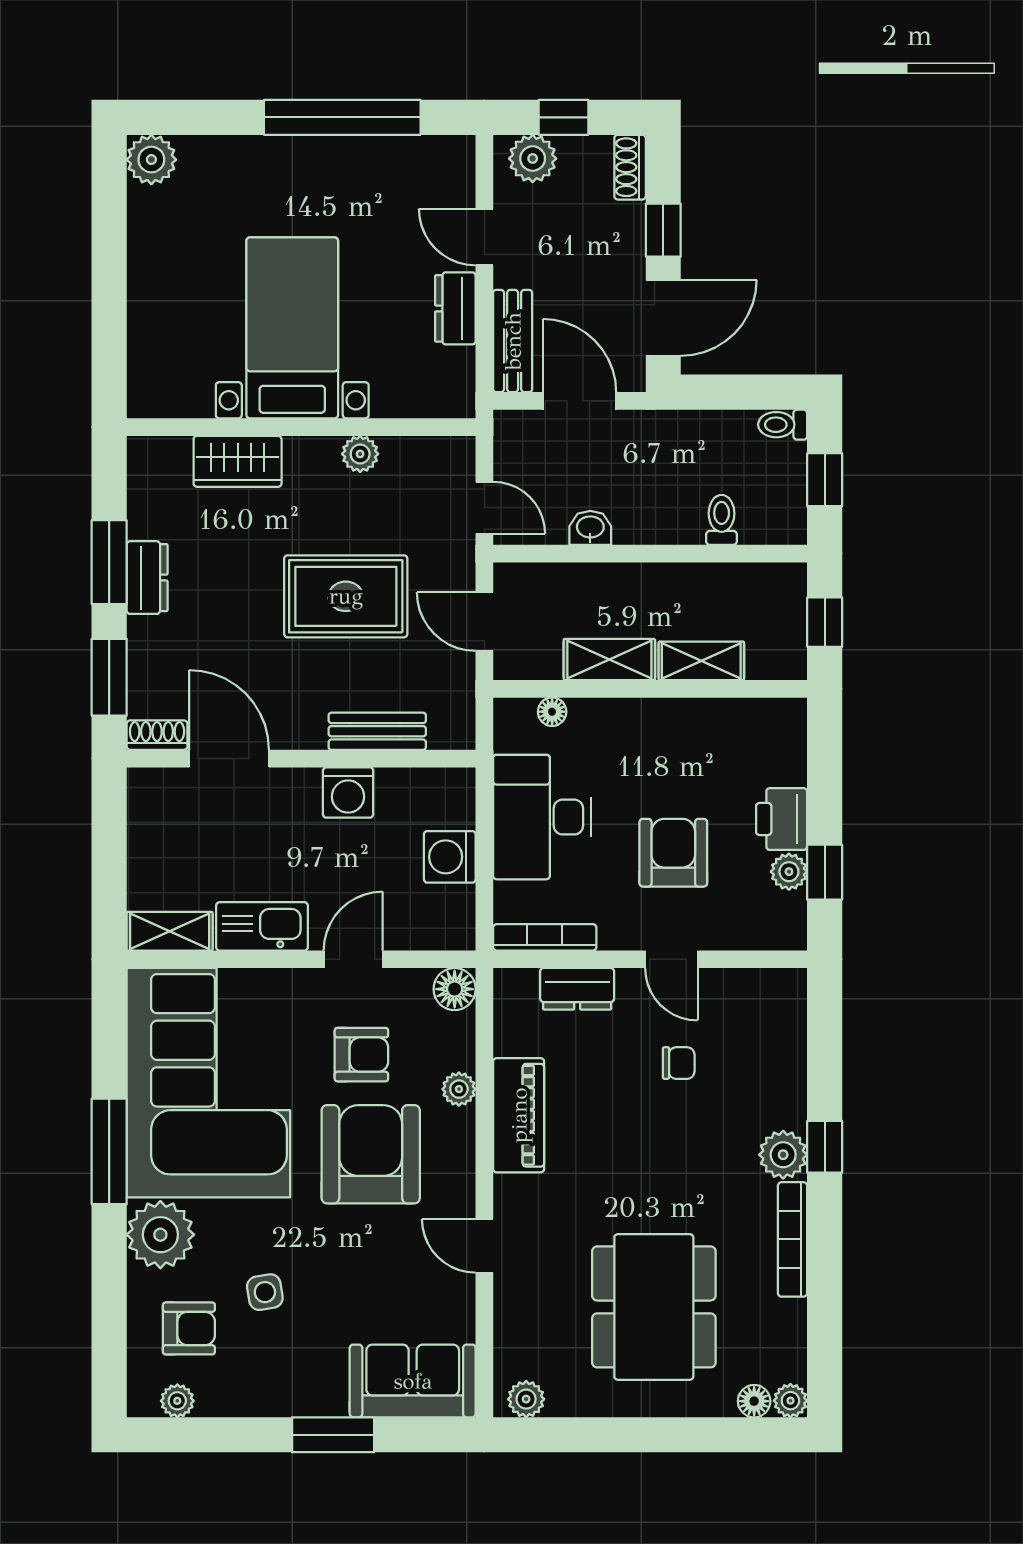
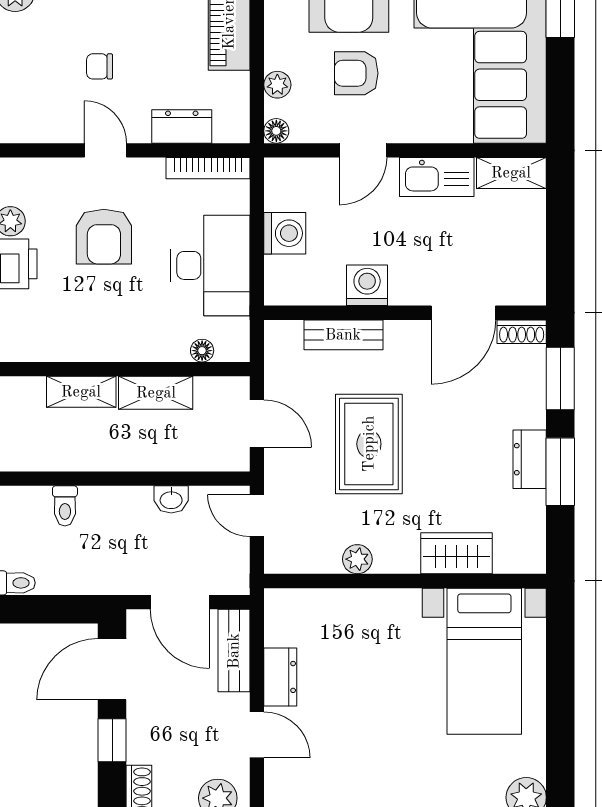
bed with nightstands: (292, 328) -> (484, 661), moved
rug: (346, 596) -> (369, 444), turned 90
door: (229, 759) -> (463, 313), hinge flipped
floor lamp: (455, 989) -> (276, 131), width x0.73, depth x0.73
plant: (459, 1089) -> (277, 85), moved

